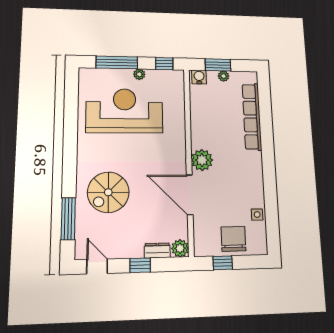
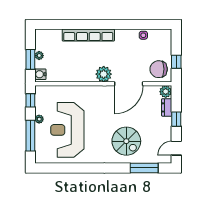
row of seats: (252, 117) -> (88, 35), moved
chair: (233, 239) -> (159, 69), moved

